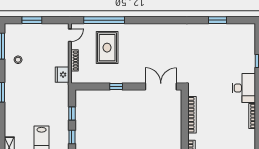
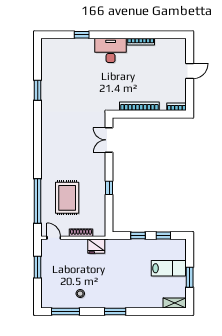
window: (32, 20) -> (38, 267), moved
window: (218, 20) -> (38, 90), moved
rug: (107, 48) -> (67, 198), turned 90
double door: (161, 87) -> (109, 140), width x0.73

